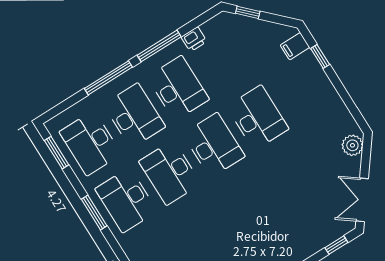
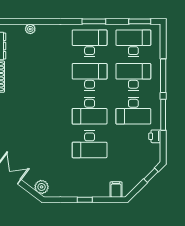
window: (320, 57) -> (85, 200), moved
desk: (134, 116) -> (133, 77), turned 180

